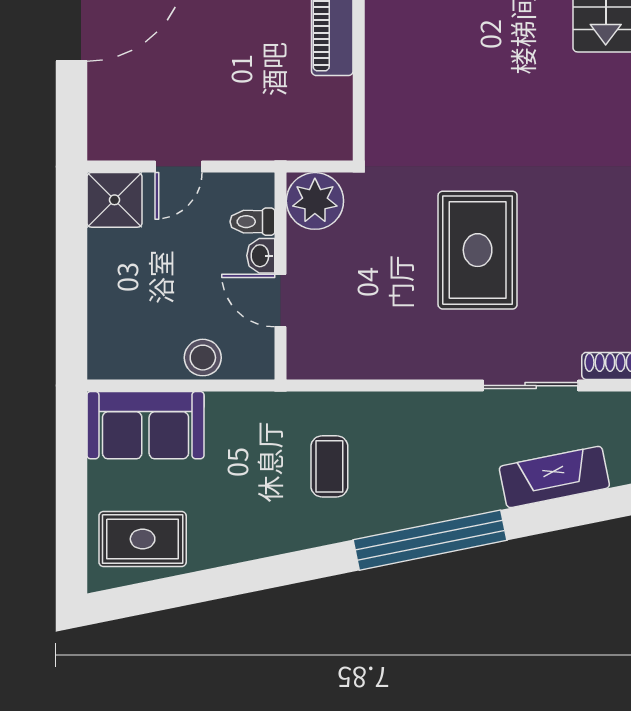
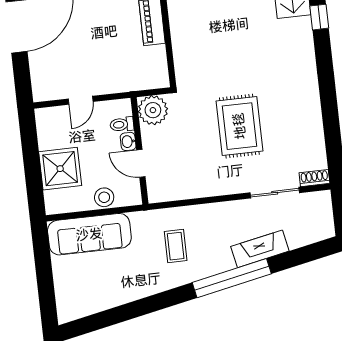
shower: (115, 200) -> (60, 169), moved, width x1.36, depth x1.36
sofa: (145, 425) -> (89, 234), width x1.36
fireplace: (554, 477) -> (260, 249), moved
rug: (143, 539) -> (84, 294), removed

